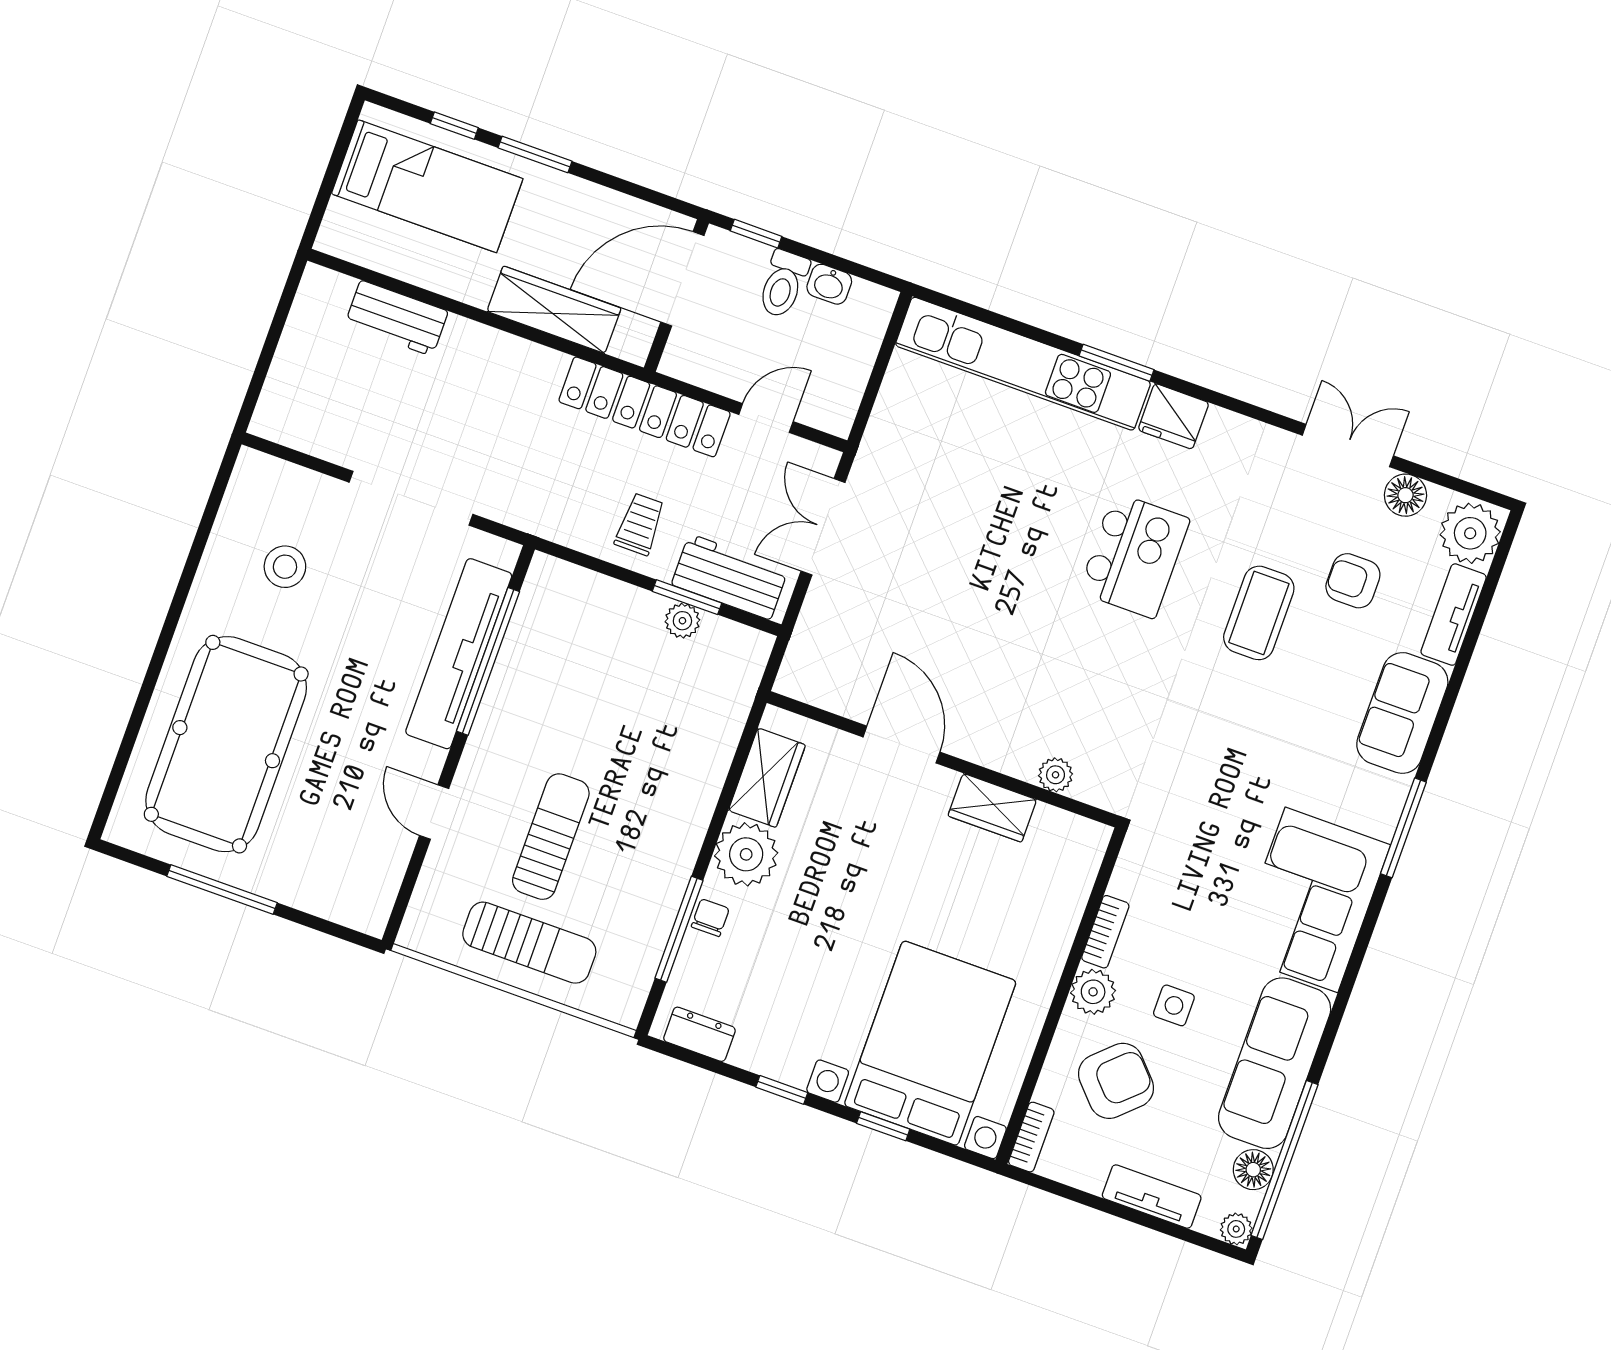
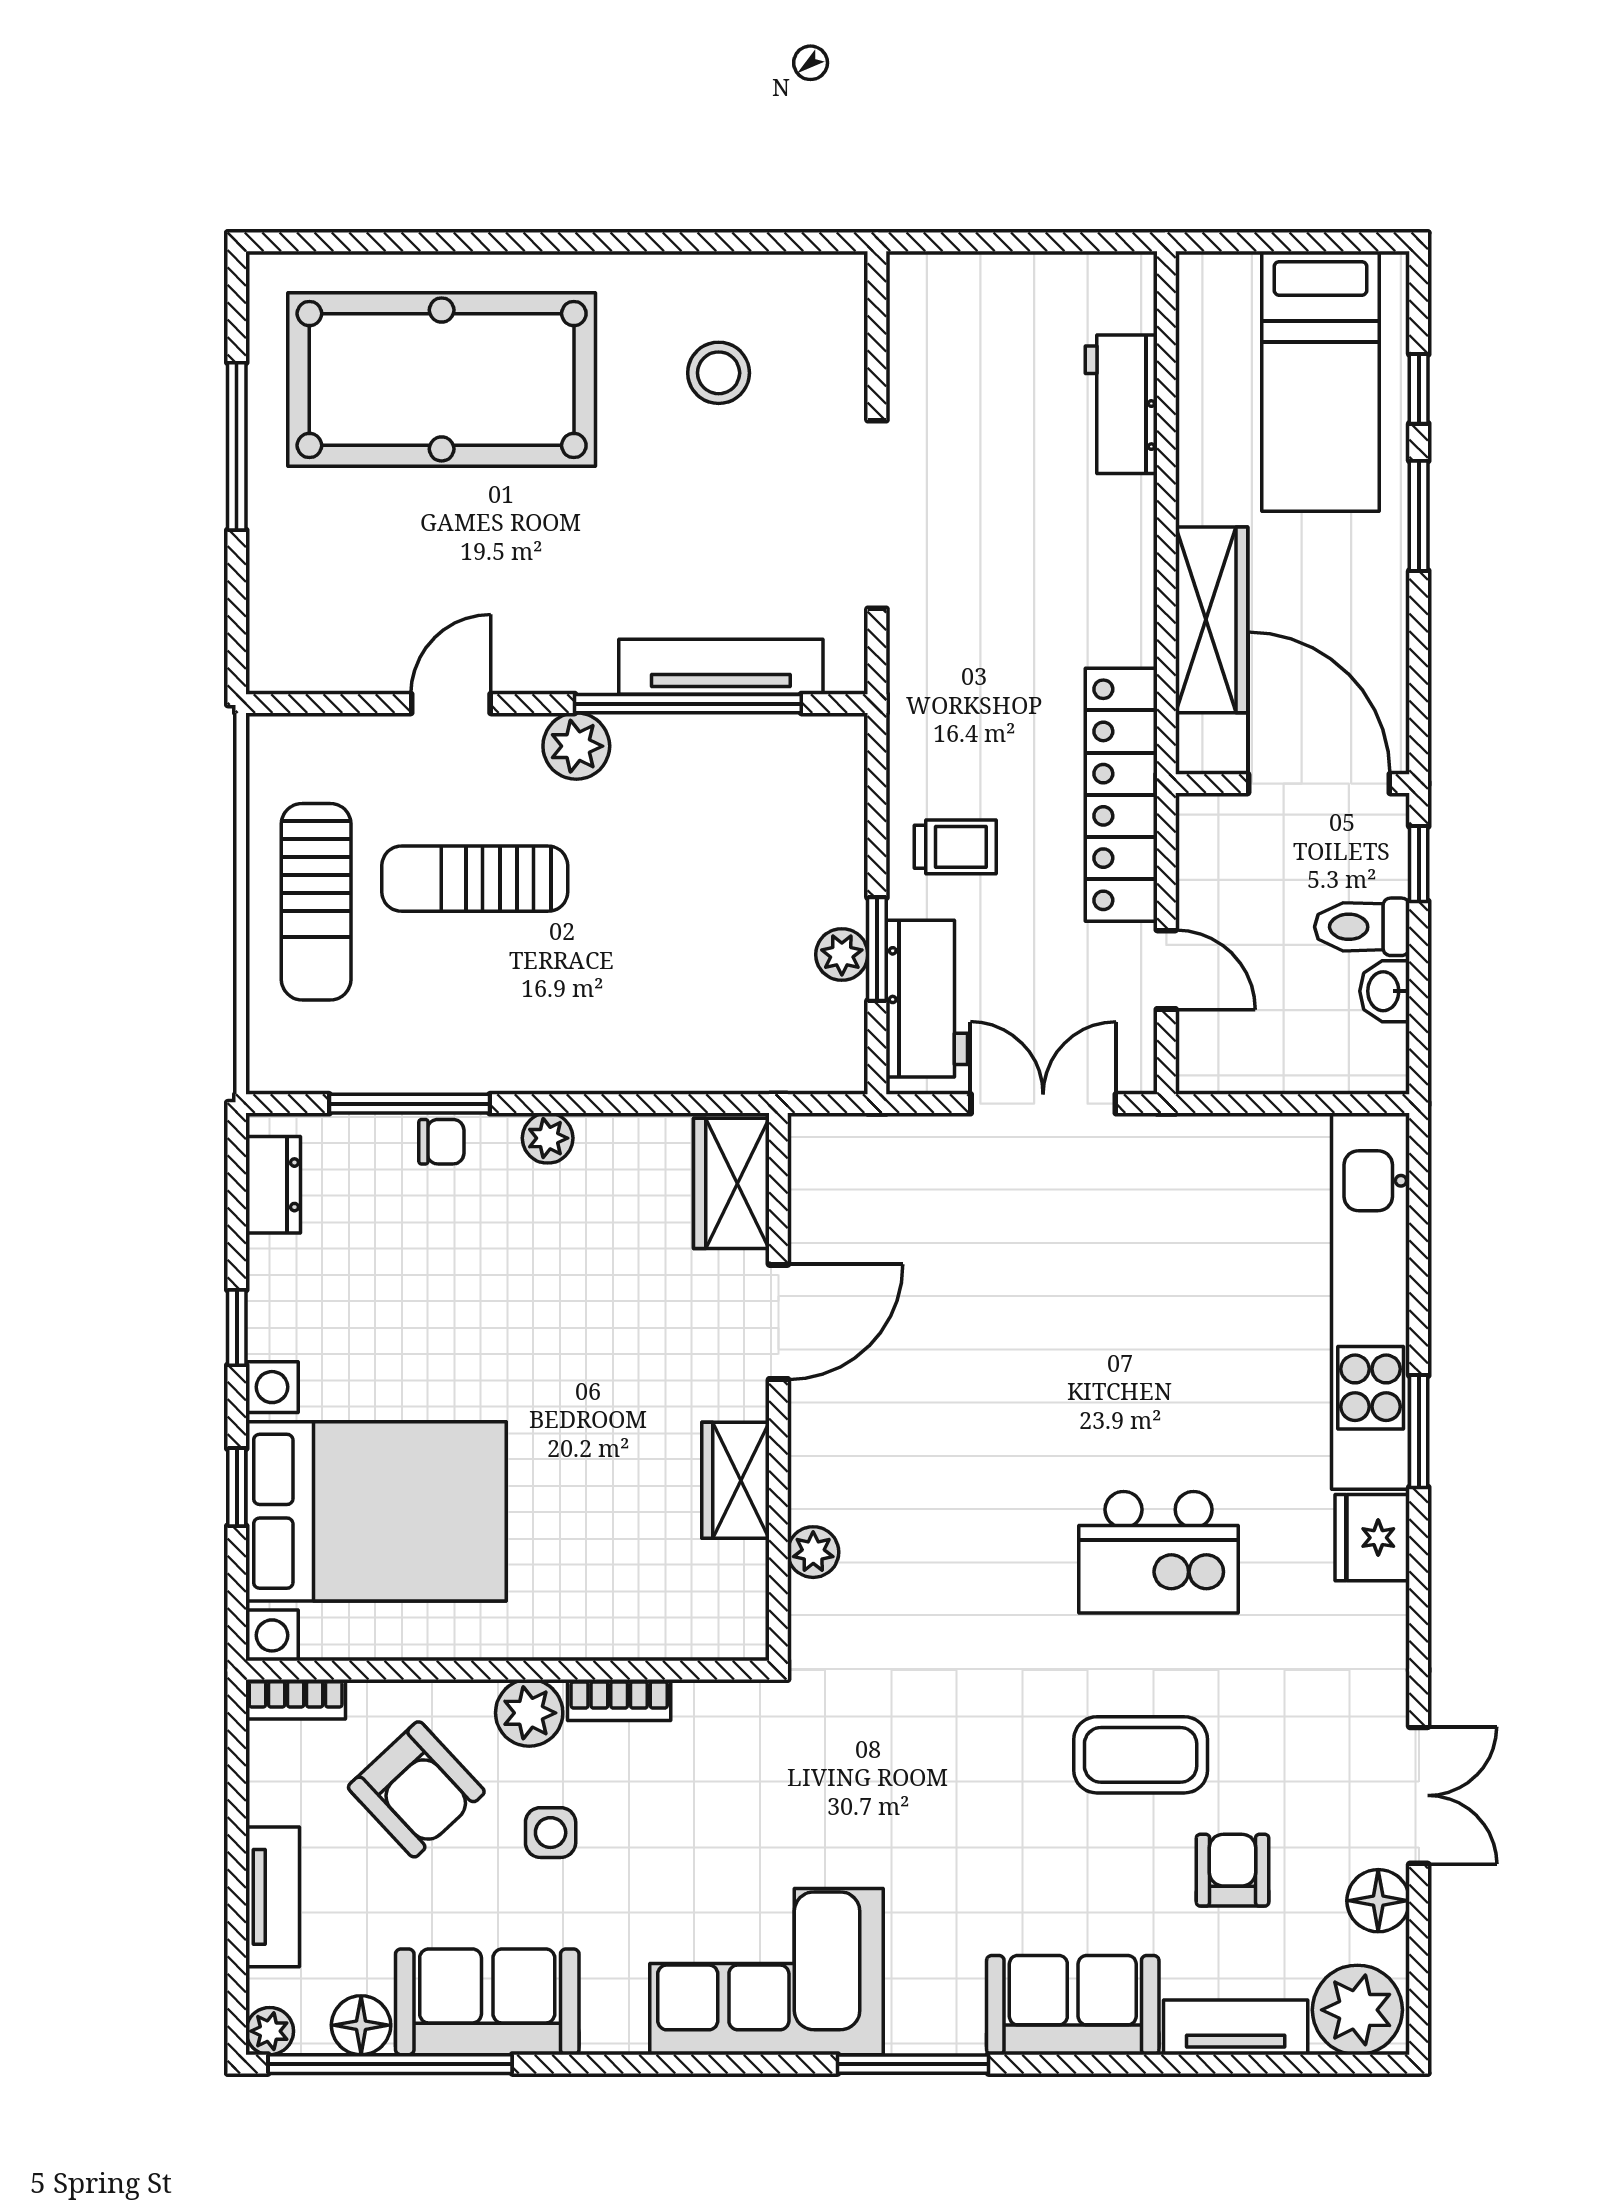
tv unit: (459, 654) -> (721, 667), width x0.73, depth x0.78
plant: (490, 742) -> (576, 746), added
wardrobe: (767, 778) -> (731, 1183), moved, turned 90
sun lounger: (551, 837) -> (475, 879), turned 180
plant: (746, 854) -> (548, 1138), width x0.53, depth x0.53
sofa: (1275, 1063) -> (487, 2002), width x0.73

